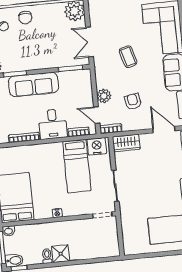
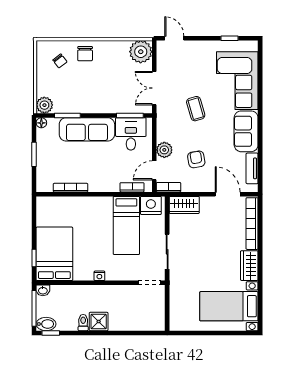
door: (97, 115) -> (154, 170), hinge flipped
desk: (53, 124) -> (131, 134), moved, turned 180

